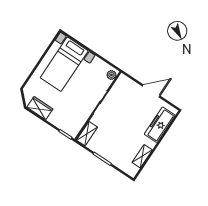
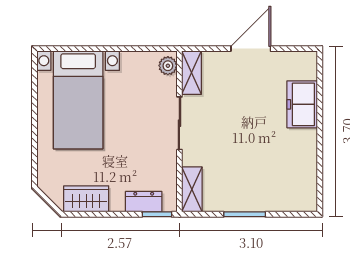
dresser: (63, 125) -> (144, 202), added
freezer: (160, 125) -> (302, 104), width x0.71
shelving: (142, 156) -> (192, 73), moved

